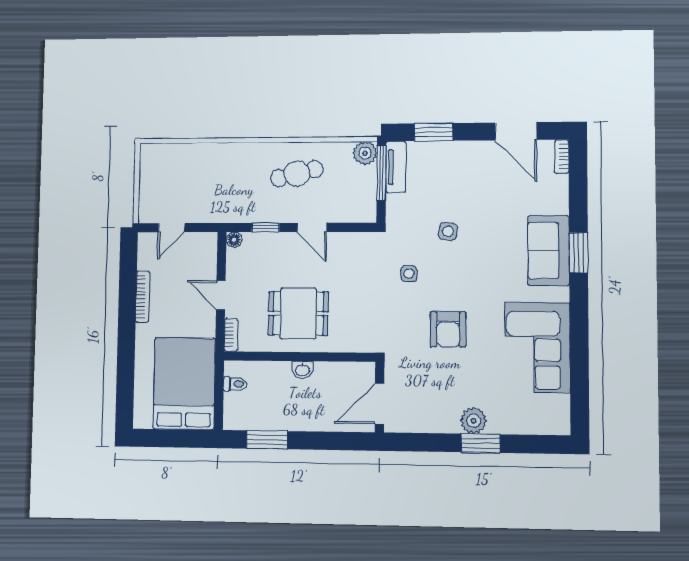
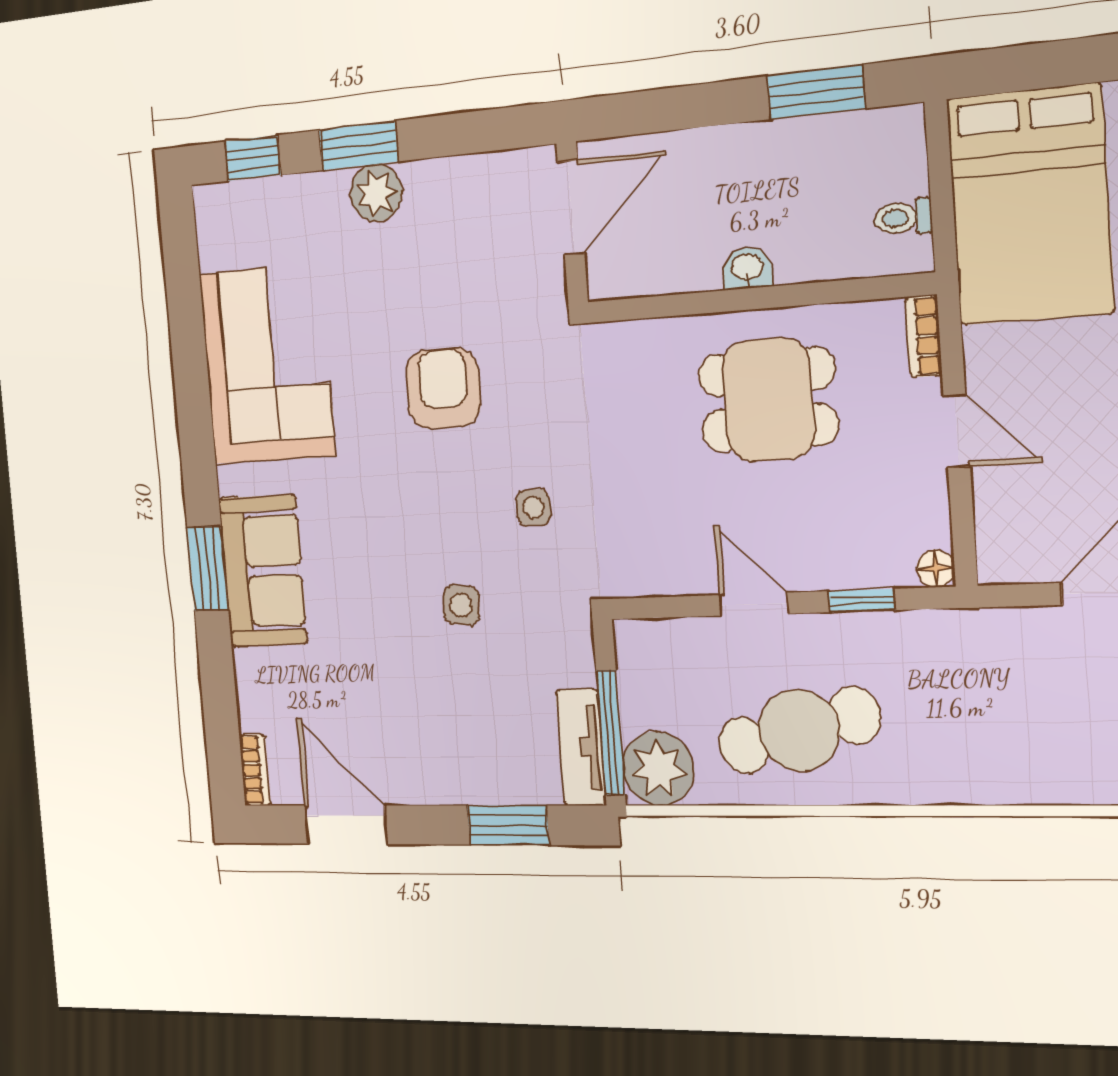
plant: (365, 153) -> (658, 769), width x1.36, depth x1.36
cafe table: (297, 174) -> (799, 730), width x1.37, depth x1.35
window: (536, 444) -> (253, 158), added

